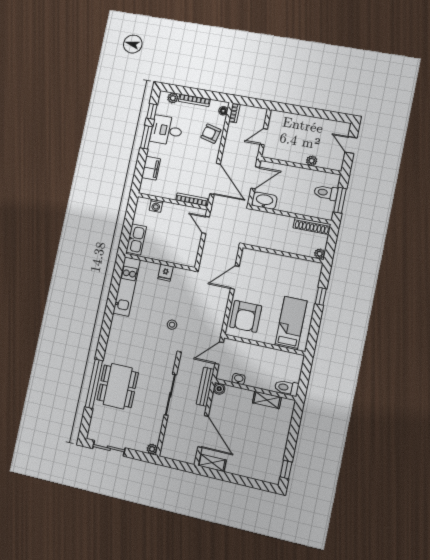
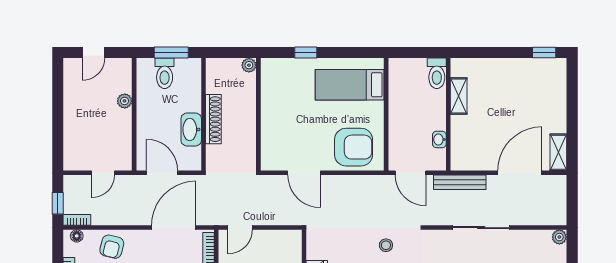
window: (249, 102) -> (58, 203), added
door: (264, 137) -> (103, 173), hinge flipped
washbasin: (264, 201) -> (191, 129), moved
shoe rack: (312, 226) -> (213, 119), moved
boiler: (219, 389) -> (458, 163), removed

